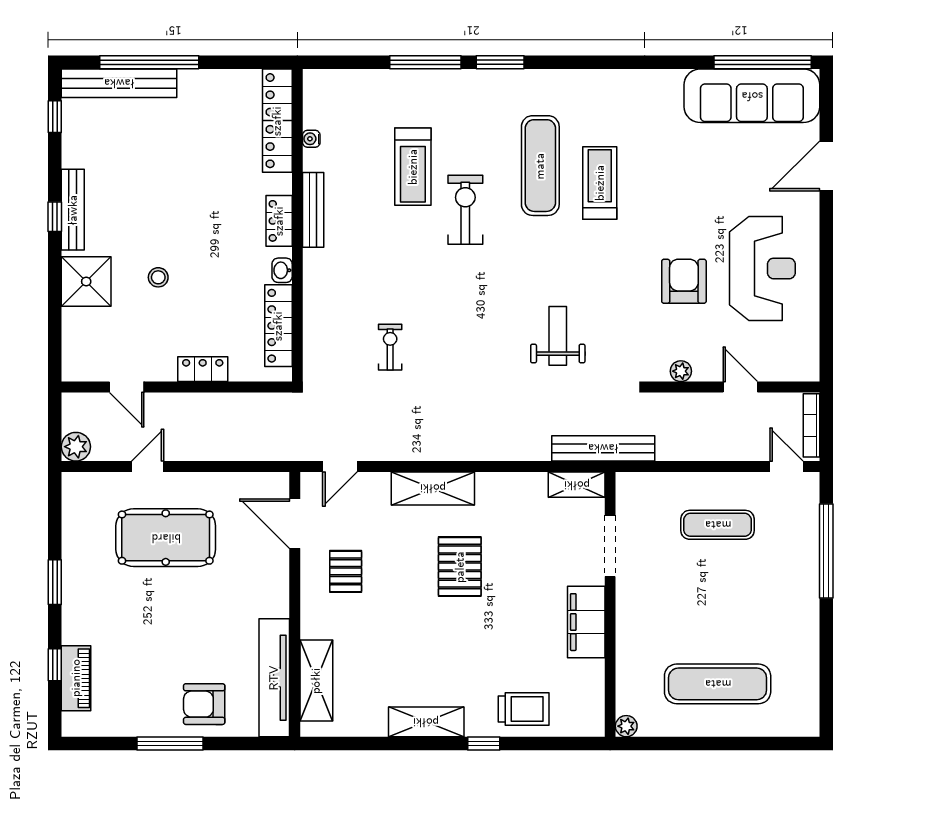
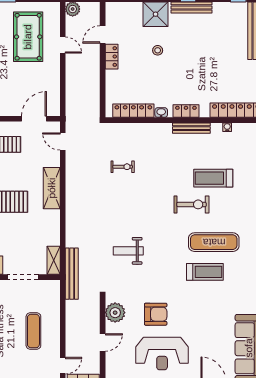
weight bench: (558, 336) -> (128, 251), turned 180
locker: (203, 369) -> (112, 57), moved
plant: (681, 371) -> (115, 313), width x1.88, depth x1.88
pool table: (166, 538) -> (28, 37), moved

